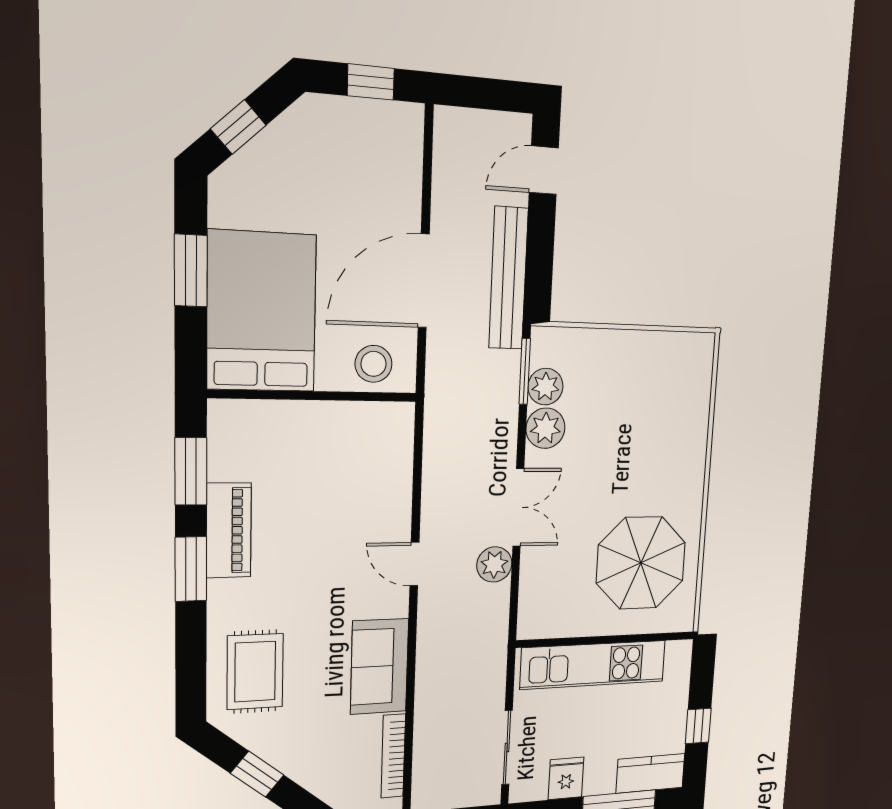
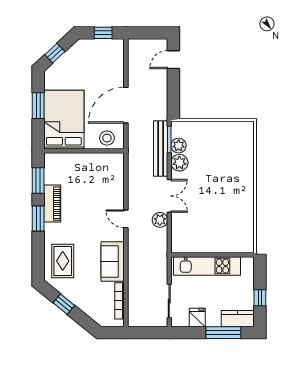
bench: (508, 278) -> (161, 149), moved
parasol: (641, 563) -> (226, 221), removed

